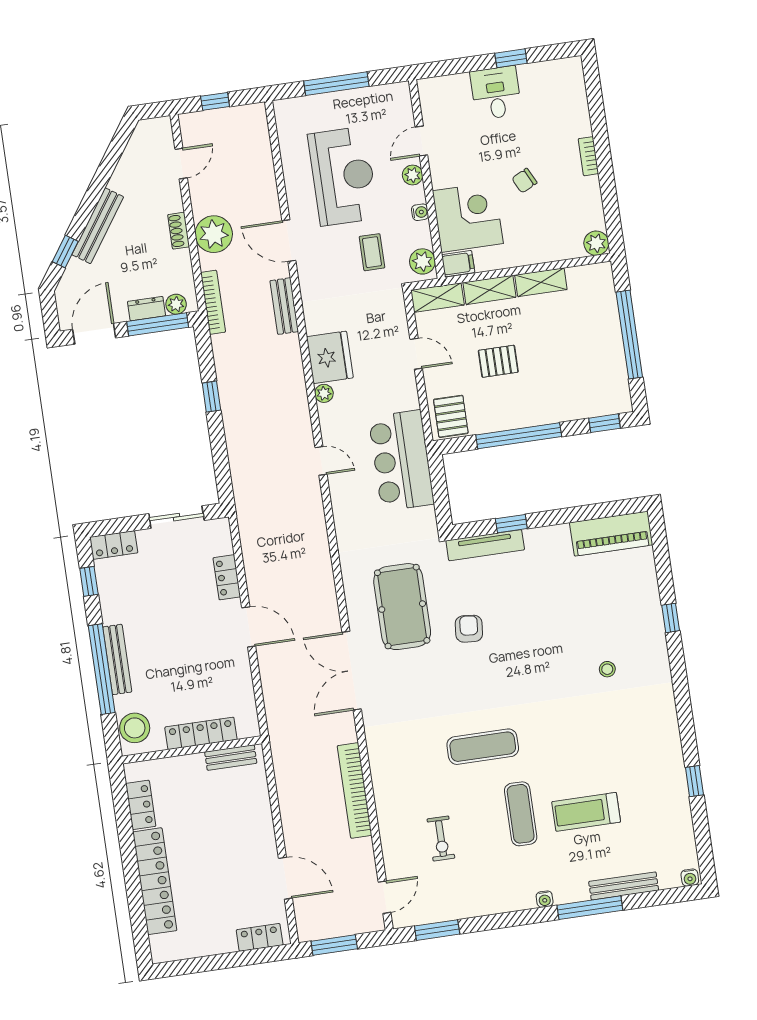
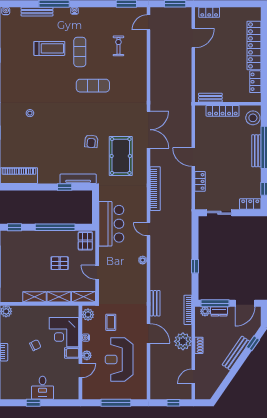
filing cabinet: (458, 264) -> (72, 353), moved
fridge: (330, 357) -> (137, 276), removed
bookcase: (355, 790) -> (155, 189), moved
door: (285, 878) -> (193, 38), swing flipped

